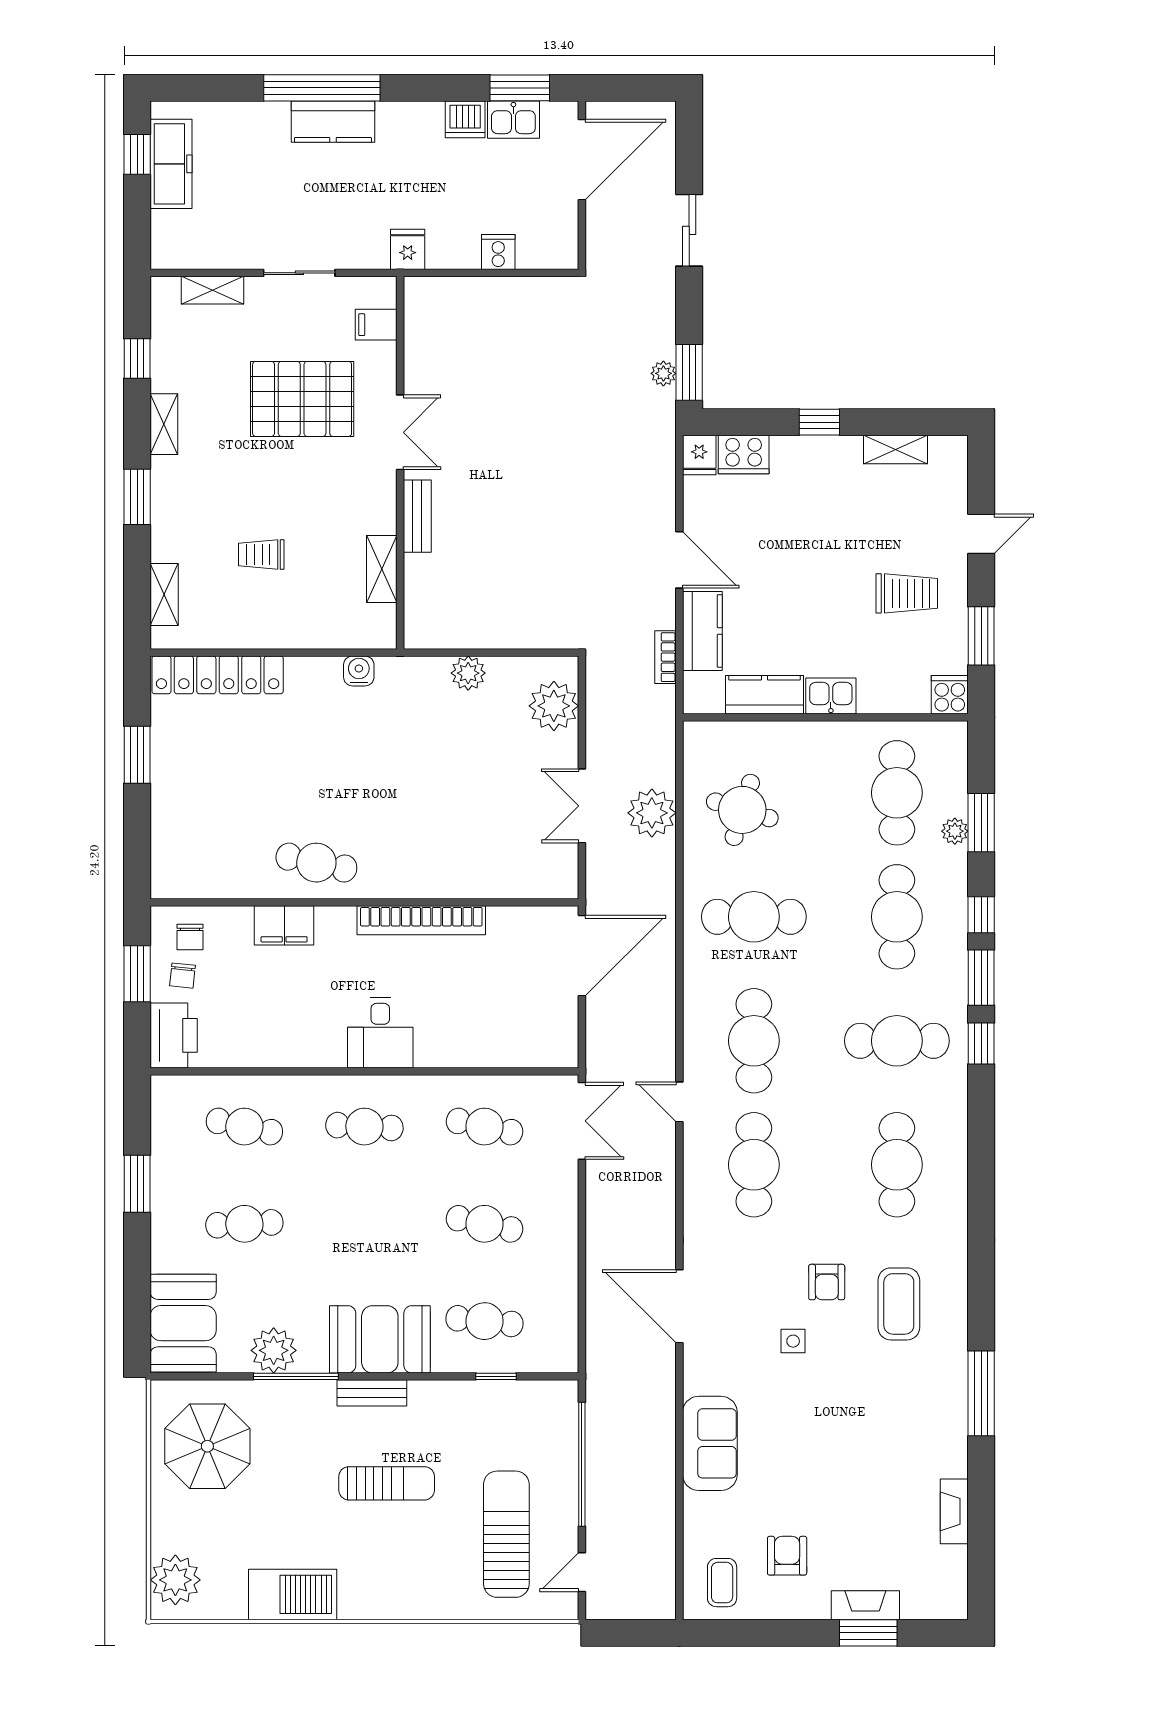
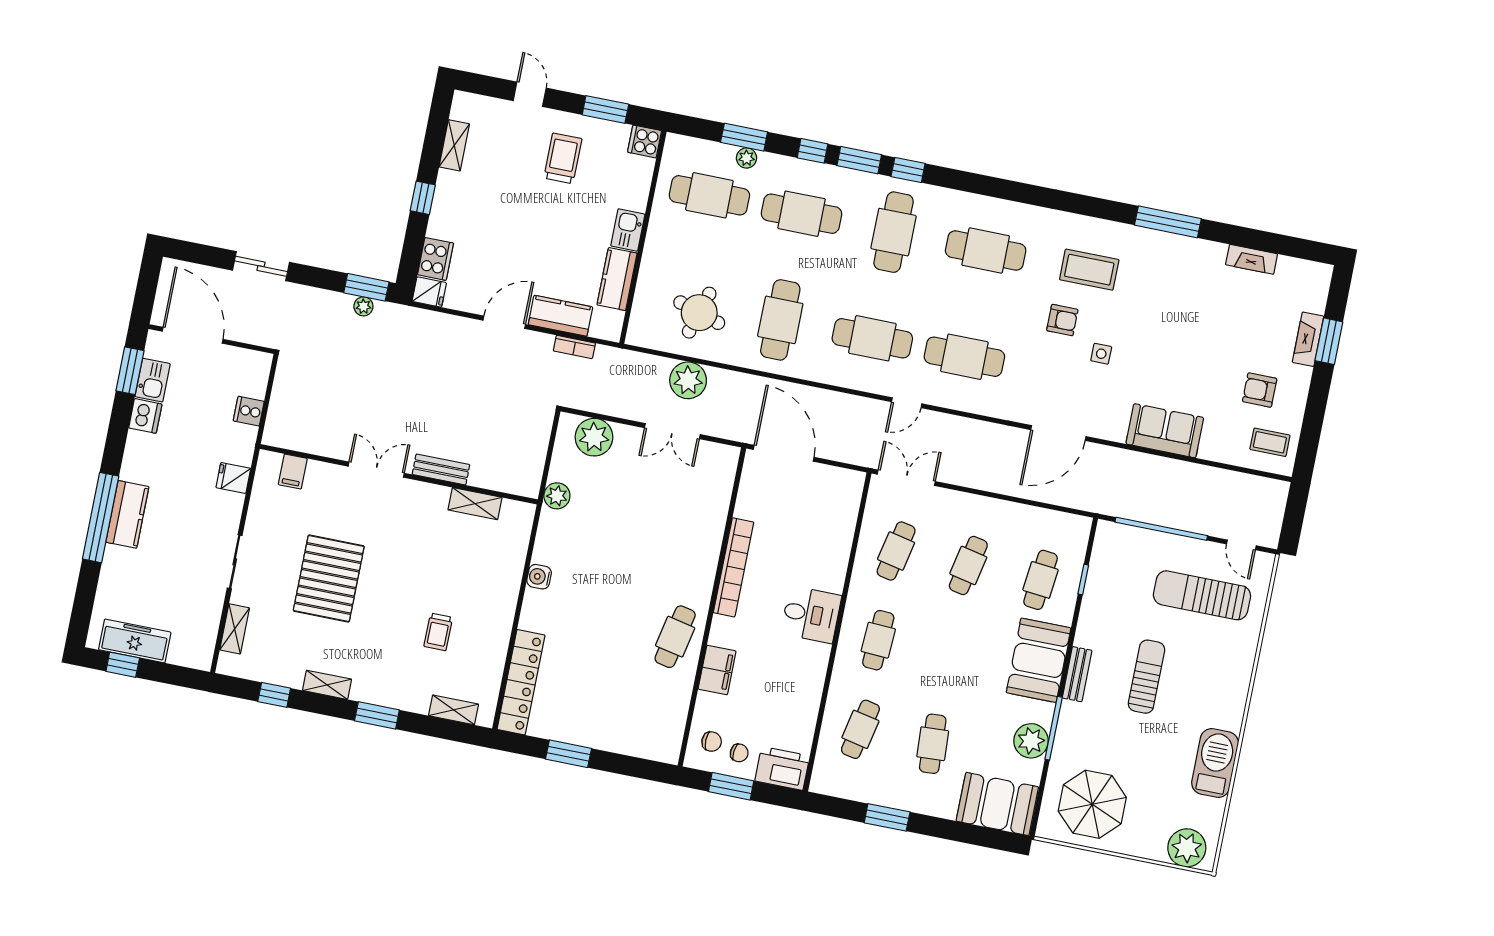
filing cabinet: (376, 325) -> (293, 472), moved
double door: (400, 432) -> (376, 470), moved
wall: (400, 463) -> (399, 474), moved
bench: (417, 516) -> (441, 469), moved
shelving: (382, 569) -> (475, 504), moved

